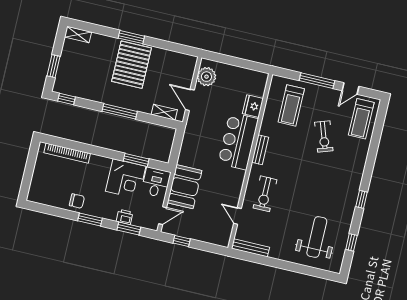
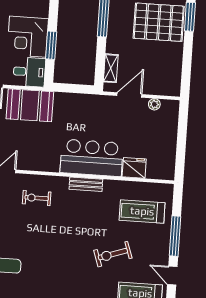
plant: (206, 77) -> (154, 104), width x0.53, depth x0.53
exercise bike: (265, 194) -> (37, 198), width x0.73, depth x0.72

